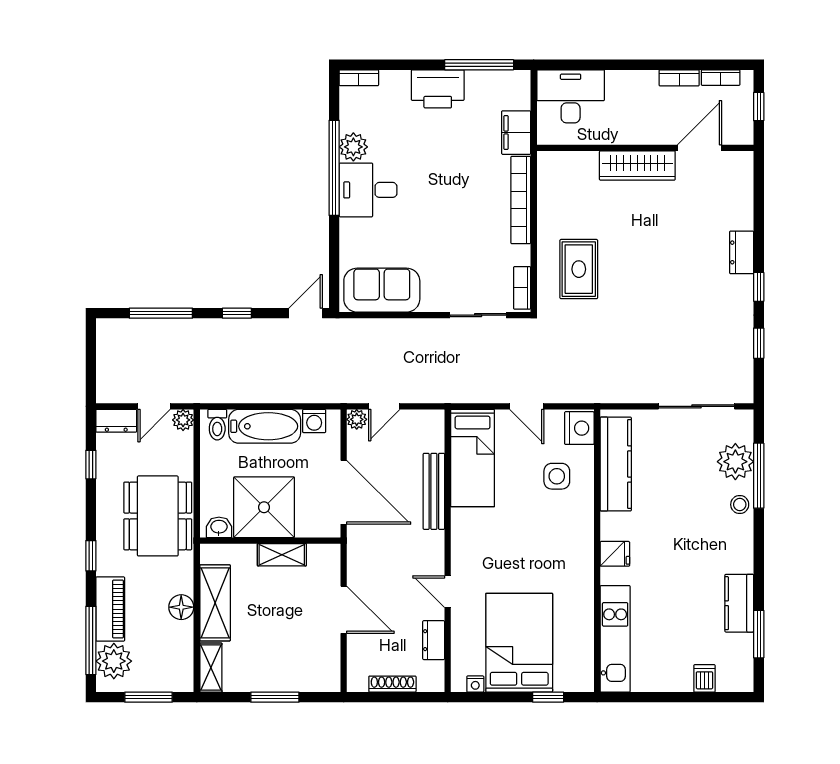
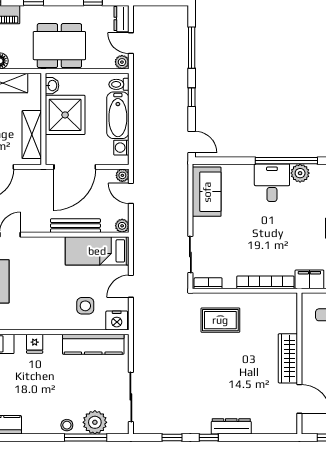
dresser: (742, 252) -> (231, 426), width x1.44
plant: (434, 420) -> (122, 226), added
shelving: (282, 555) -> (32, 135), width x1.50, depth x1.33

